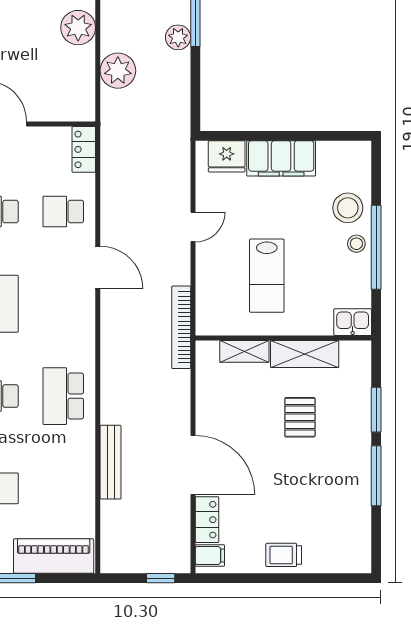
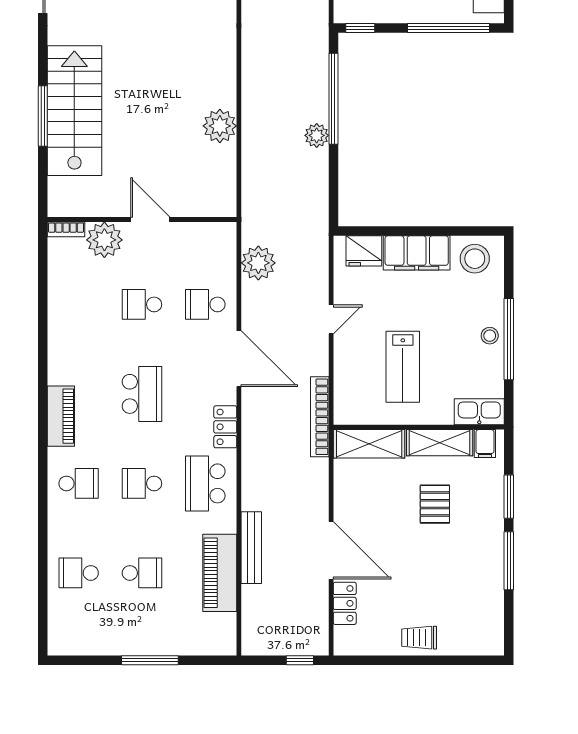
plant: (118, 71) -> (258, 263), moved
locker: (84, 149) -> (225, 427), moved
stool: (348, 208) -> (475, 259), moved
door: (98, 267) -> (239, 359), width x1.36
kitchen sink: (353, 322) -> (479, 412), width x1.38
shelving: (244, 351) -> (369, 444), width x1.50, depth x1.33
filing cabinet: (210, 555) -> (485, 444), moved, turned 90
piano: (54, 556) -> (220, 573), moved, turned -90

